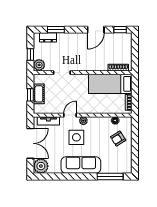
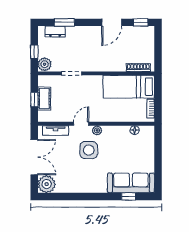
armchair: (118, 139) -> (138, 151), removed
sofa: (81, 165) -> (131, 183), moved
window: (110, 177) -> (129, 196), width x0.46

